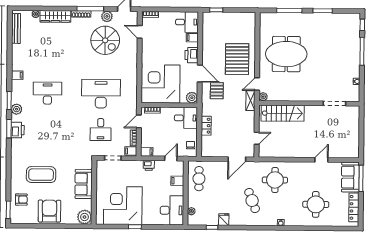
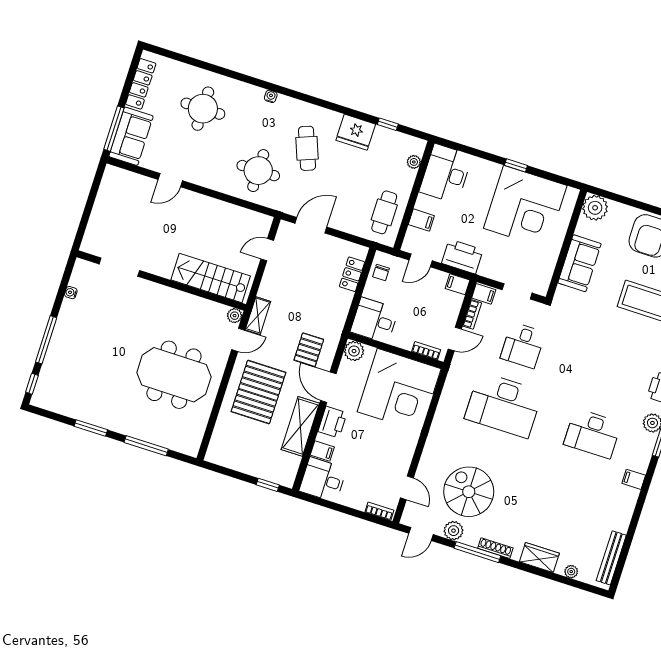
wardrobe: (55, 16) -> (539, 558), width x0.67
shelving: (208, 47) -> (300, 426), added
locker: (206, 126) -> (352, 274), moved
desk: (101, 130) -> (523, 345), turned 180
printer: (149, 165) -> (462, 257), width x1.87, depth x1.48
fridge: (224, 220) -> (356, 132), width x1.88, depth x1.34

